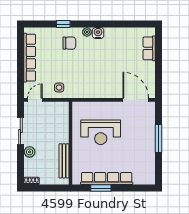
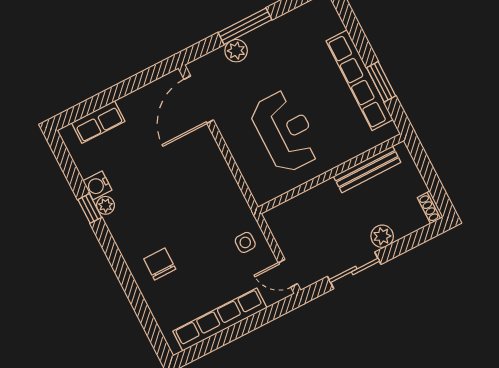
window: (63, 24) -> (90, 208), moved
plant: (87, 32) -> (106, 205), moved
water cooler: (98, 33) -> (97, 185), moved
plant: (149, 129) -> (236, 51), added

